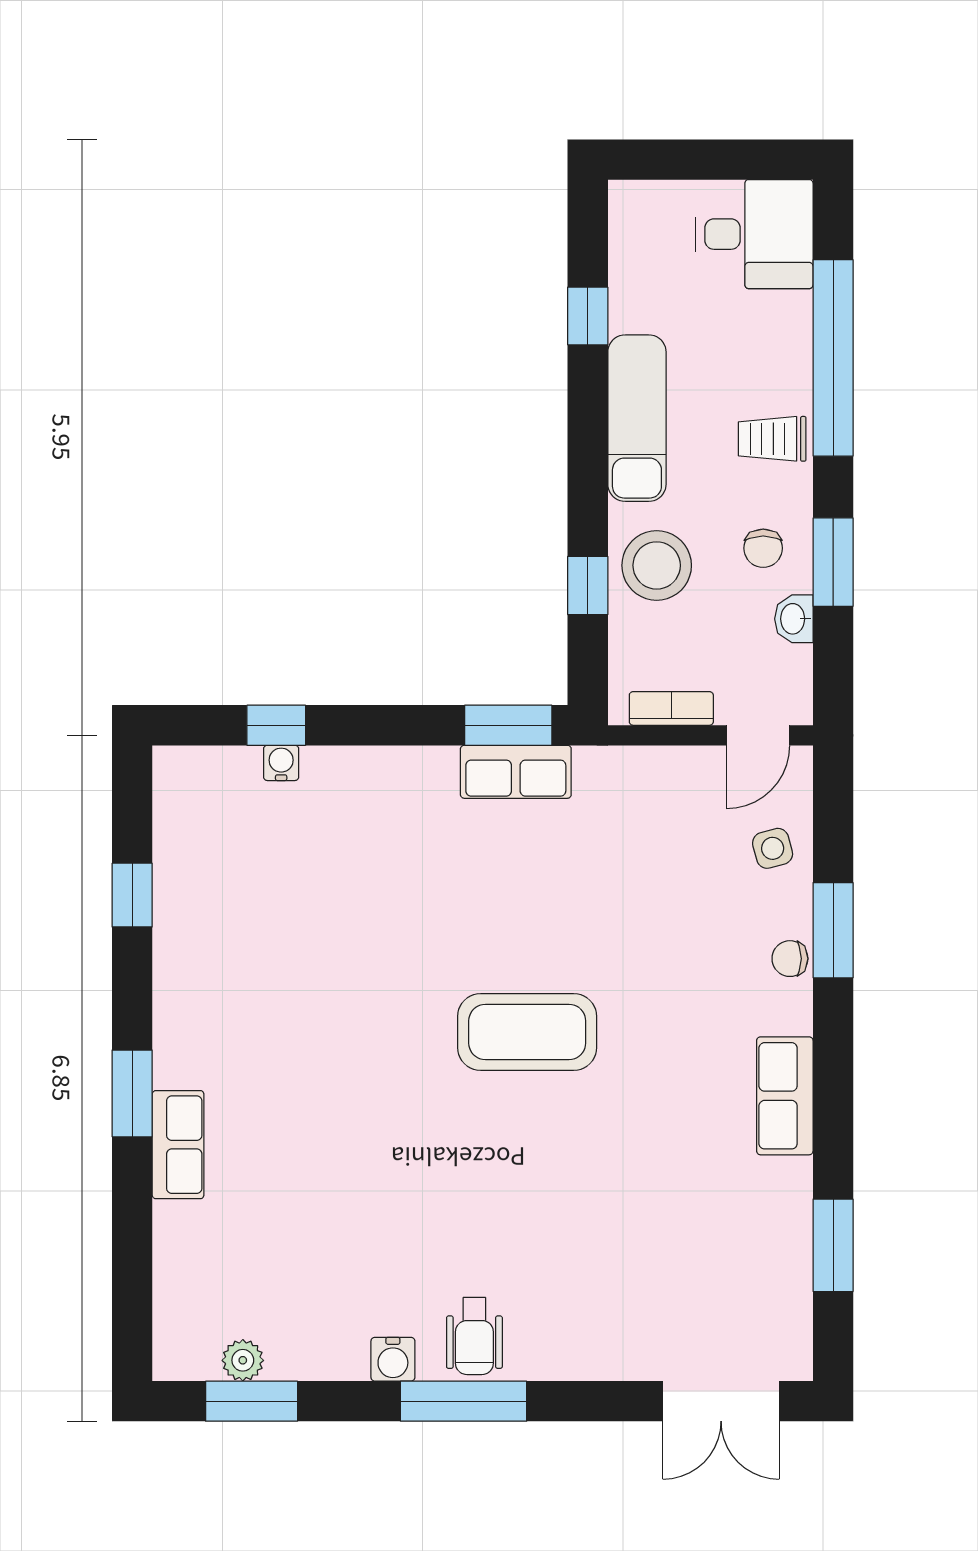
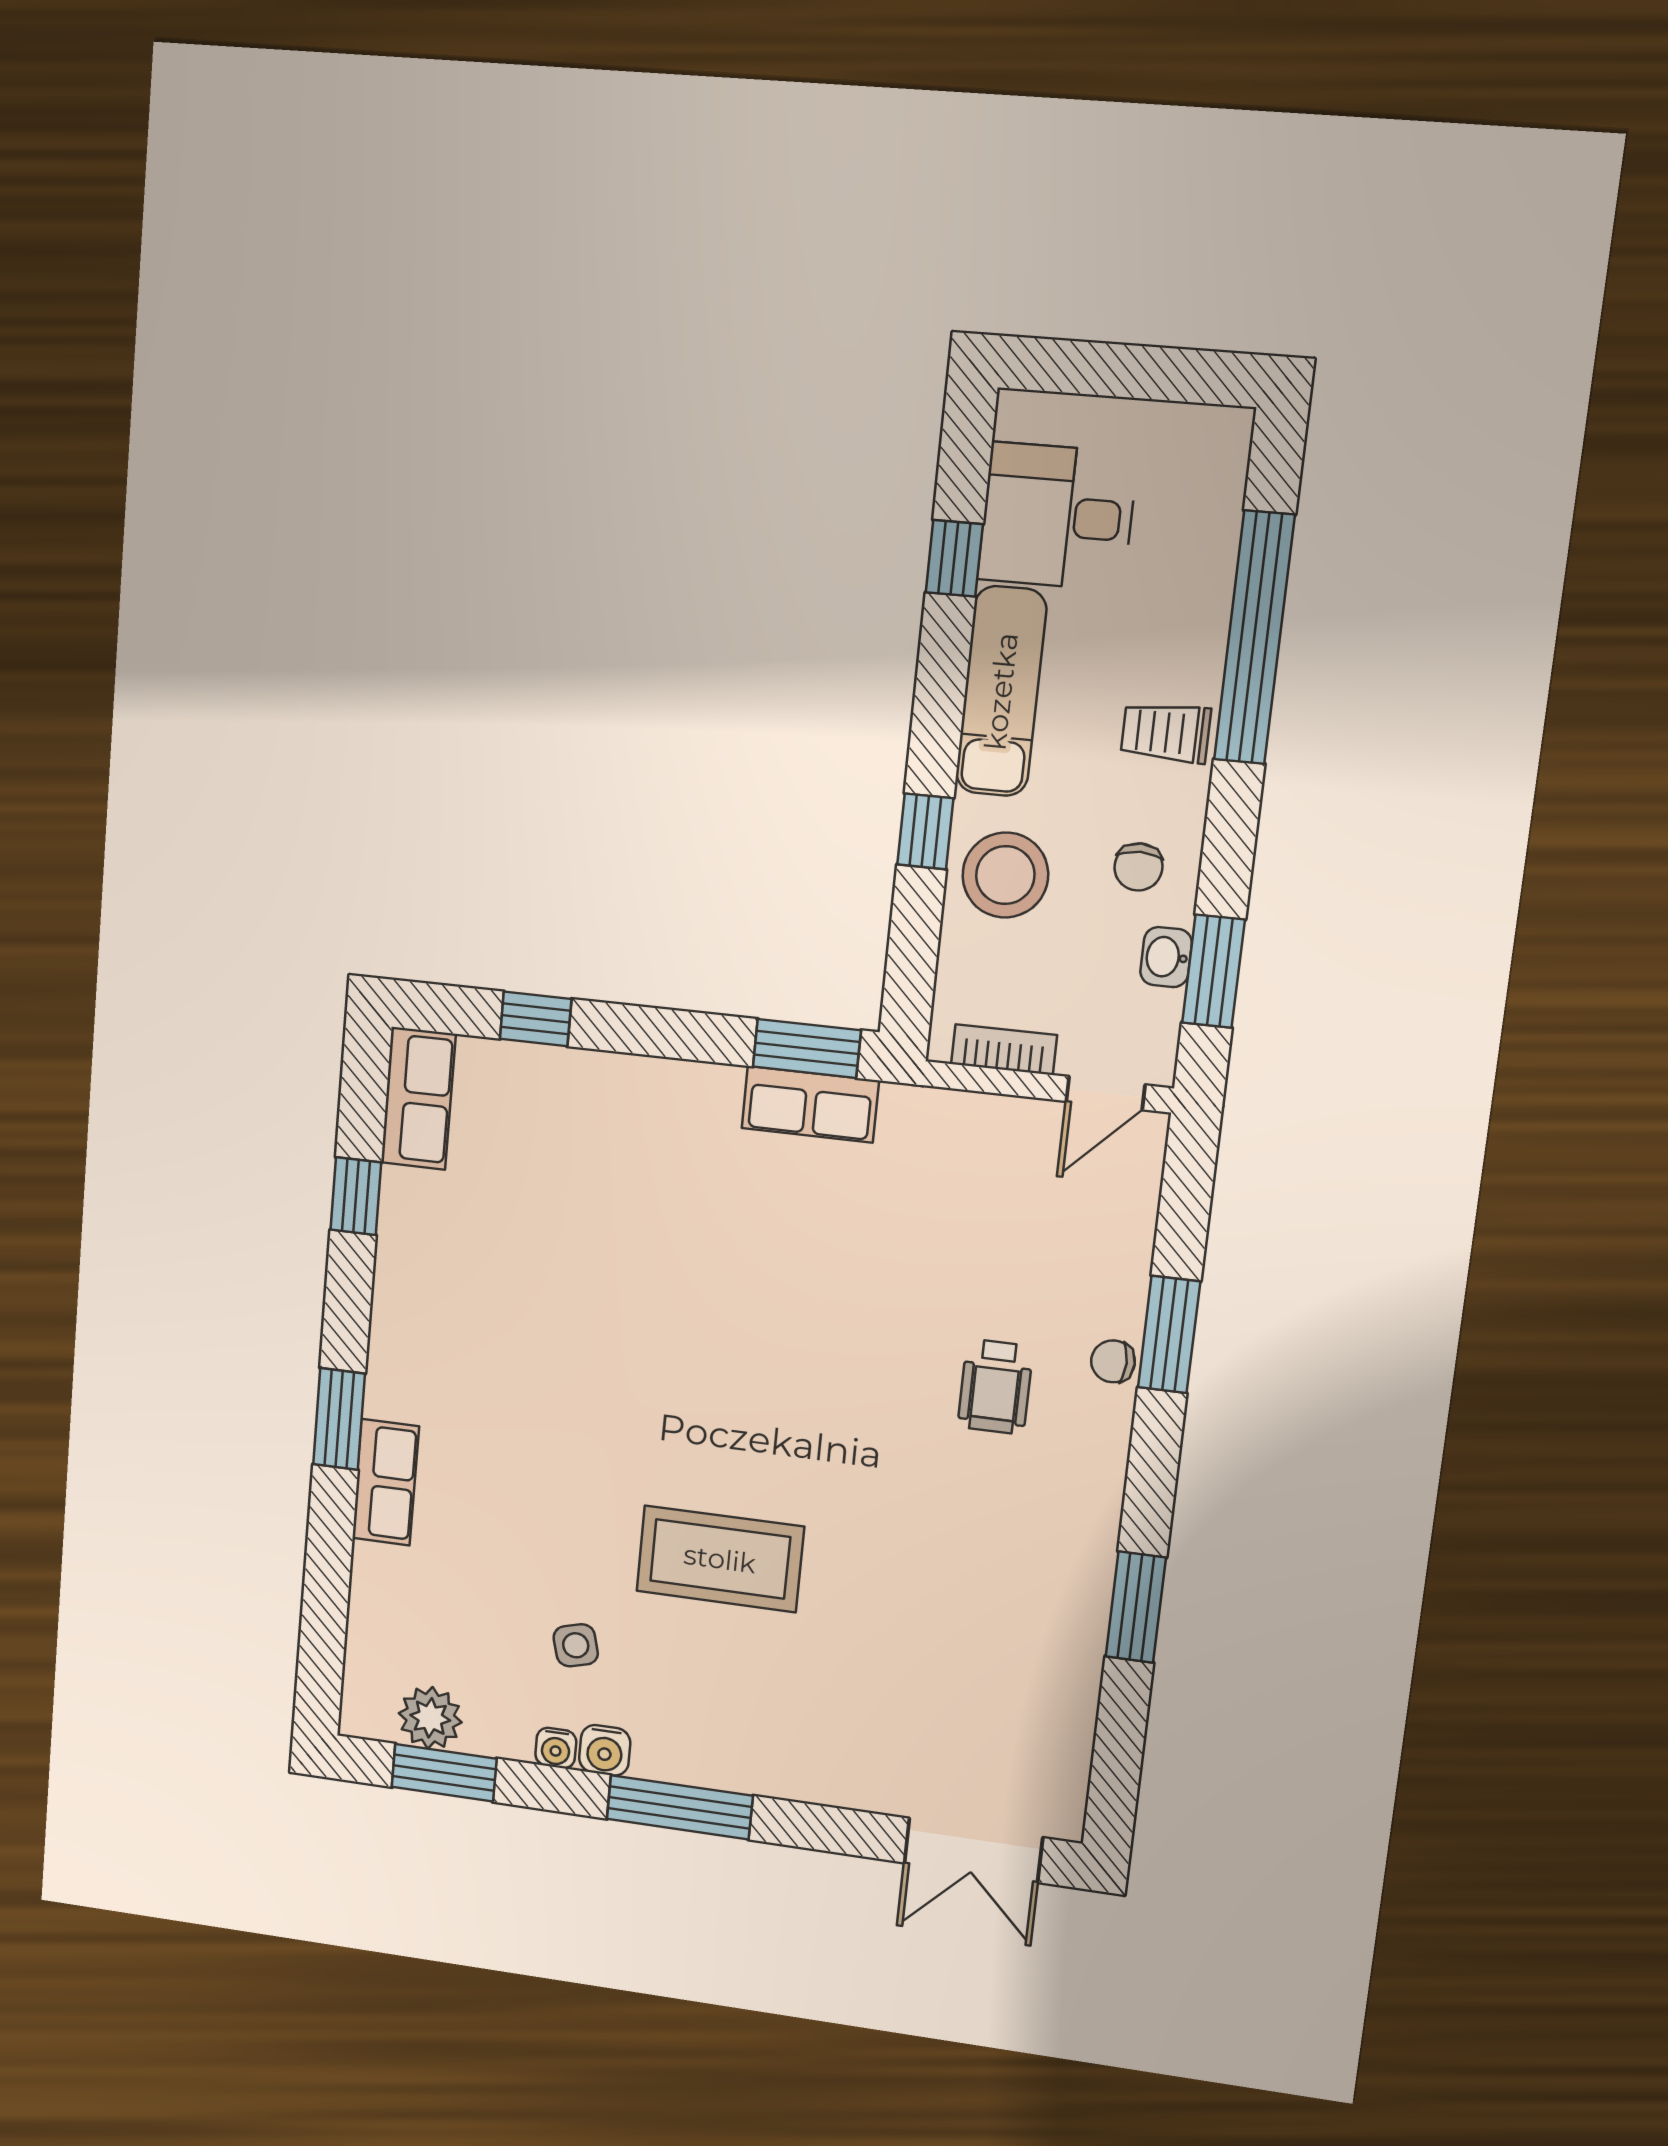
desk: (754, 234) -> (1057, 516), moved, turned 180
window: (833, 562) -> (1214, 971), moved
window: (588, 585) -> (925, 831), moved
water cooler: (281, 763) -> (556, 1748), moved, turned 180
side table: (773, 848) -> (576, 1645), moved
coffee table: (527, 1032) -> (720, 1559), moved
row of seats: (785, 1096) -> (418, 1098), moved, turned 180
window: (833, 1245) -> (1136, 1607), moved
wheelchair: (474, 1336) -> (995, 1387), moved
plant: (243, 1360) -> (430, 1718), width x1.38, depth x1.38

